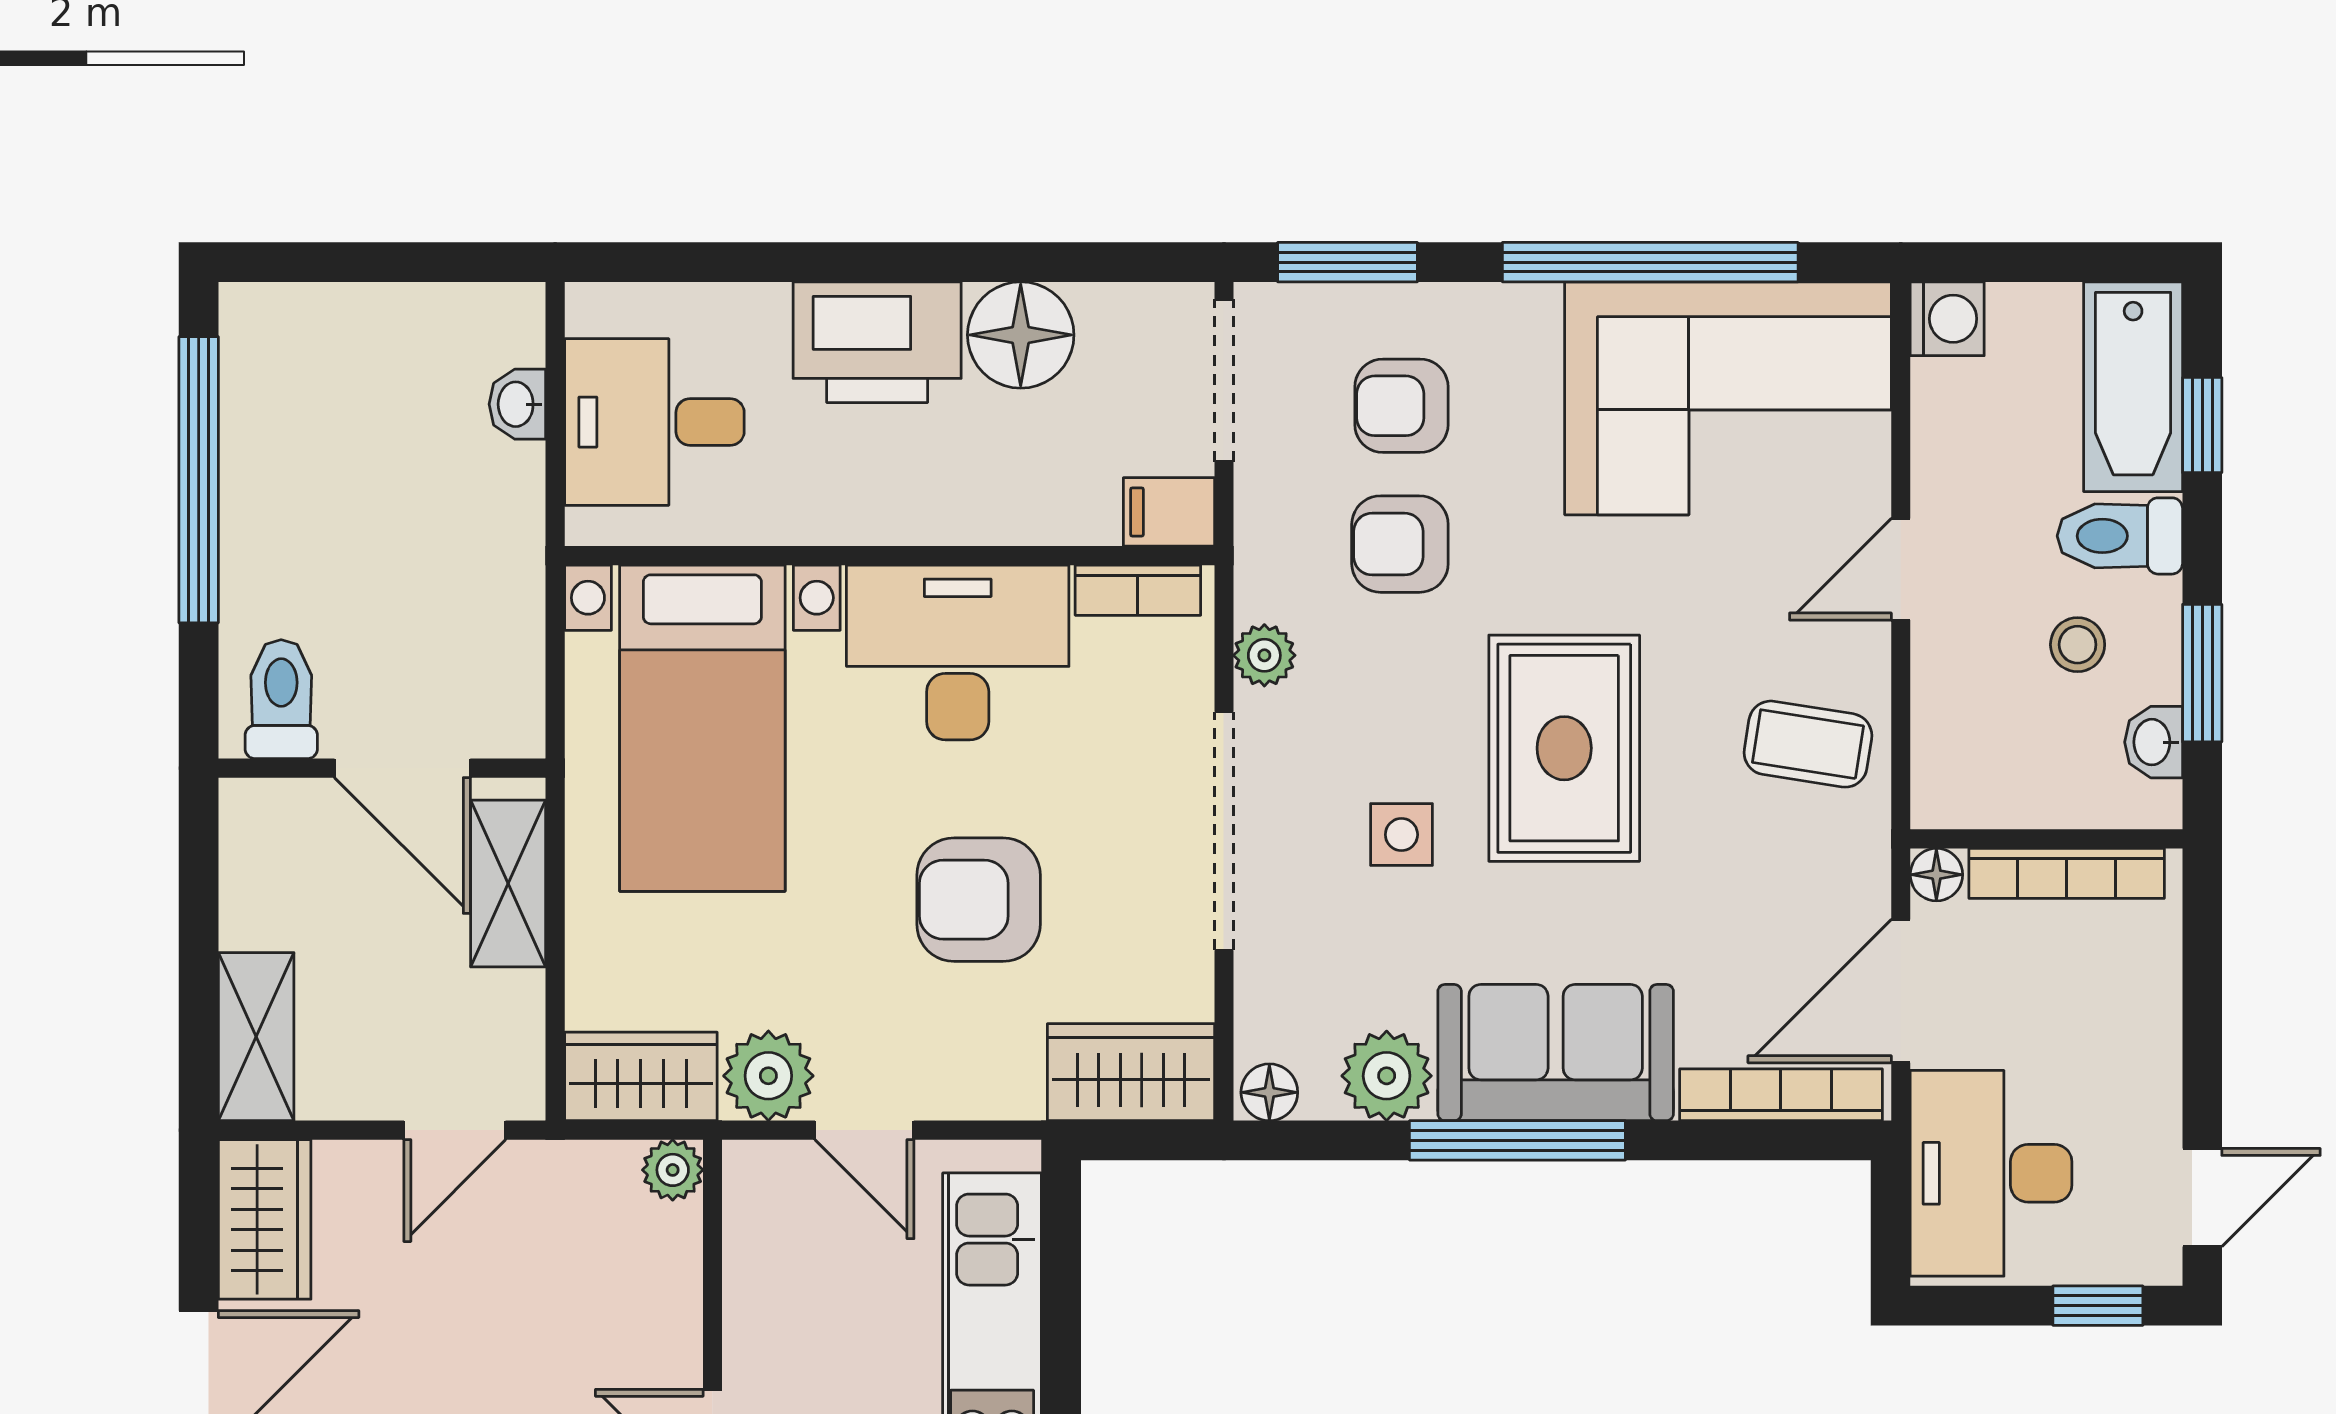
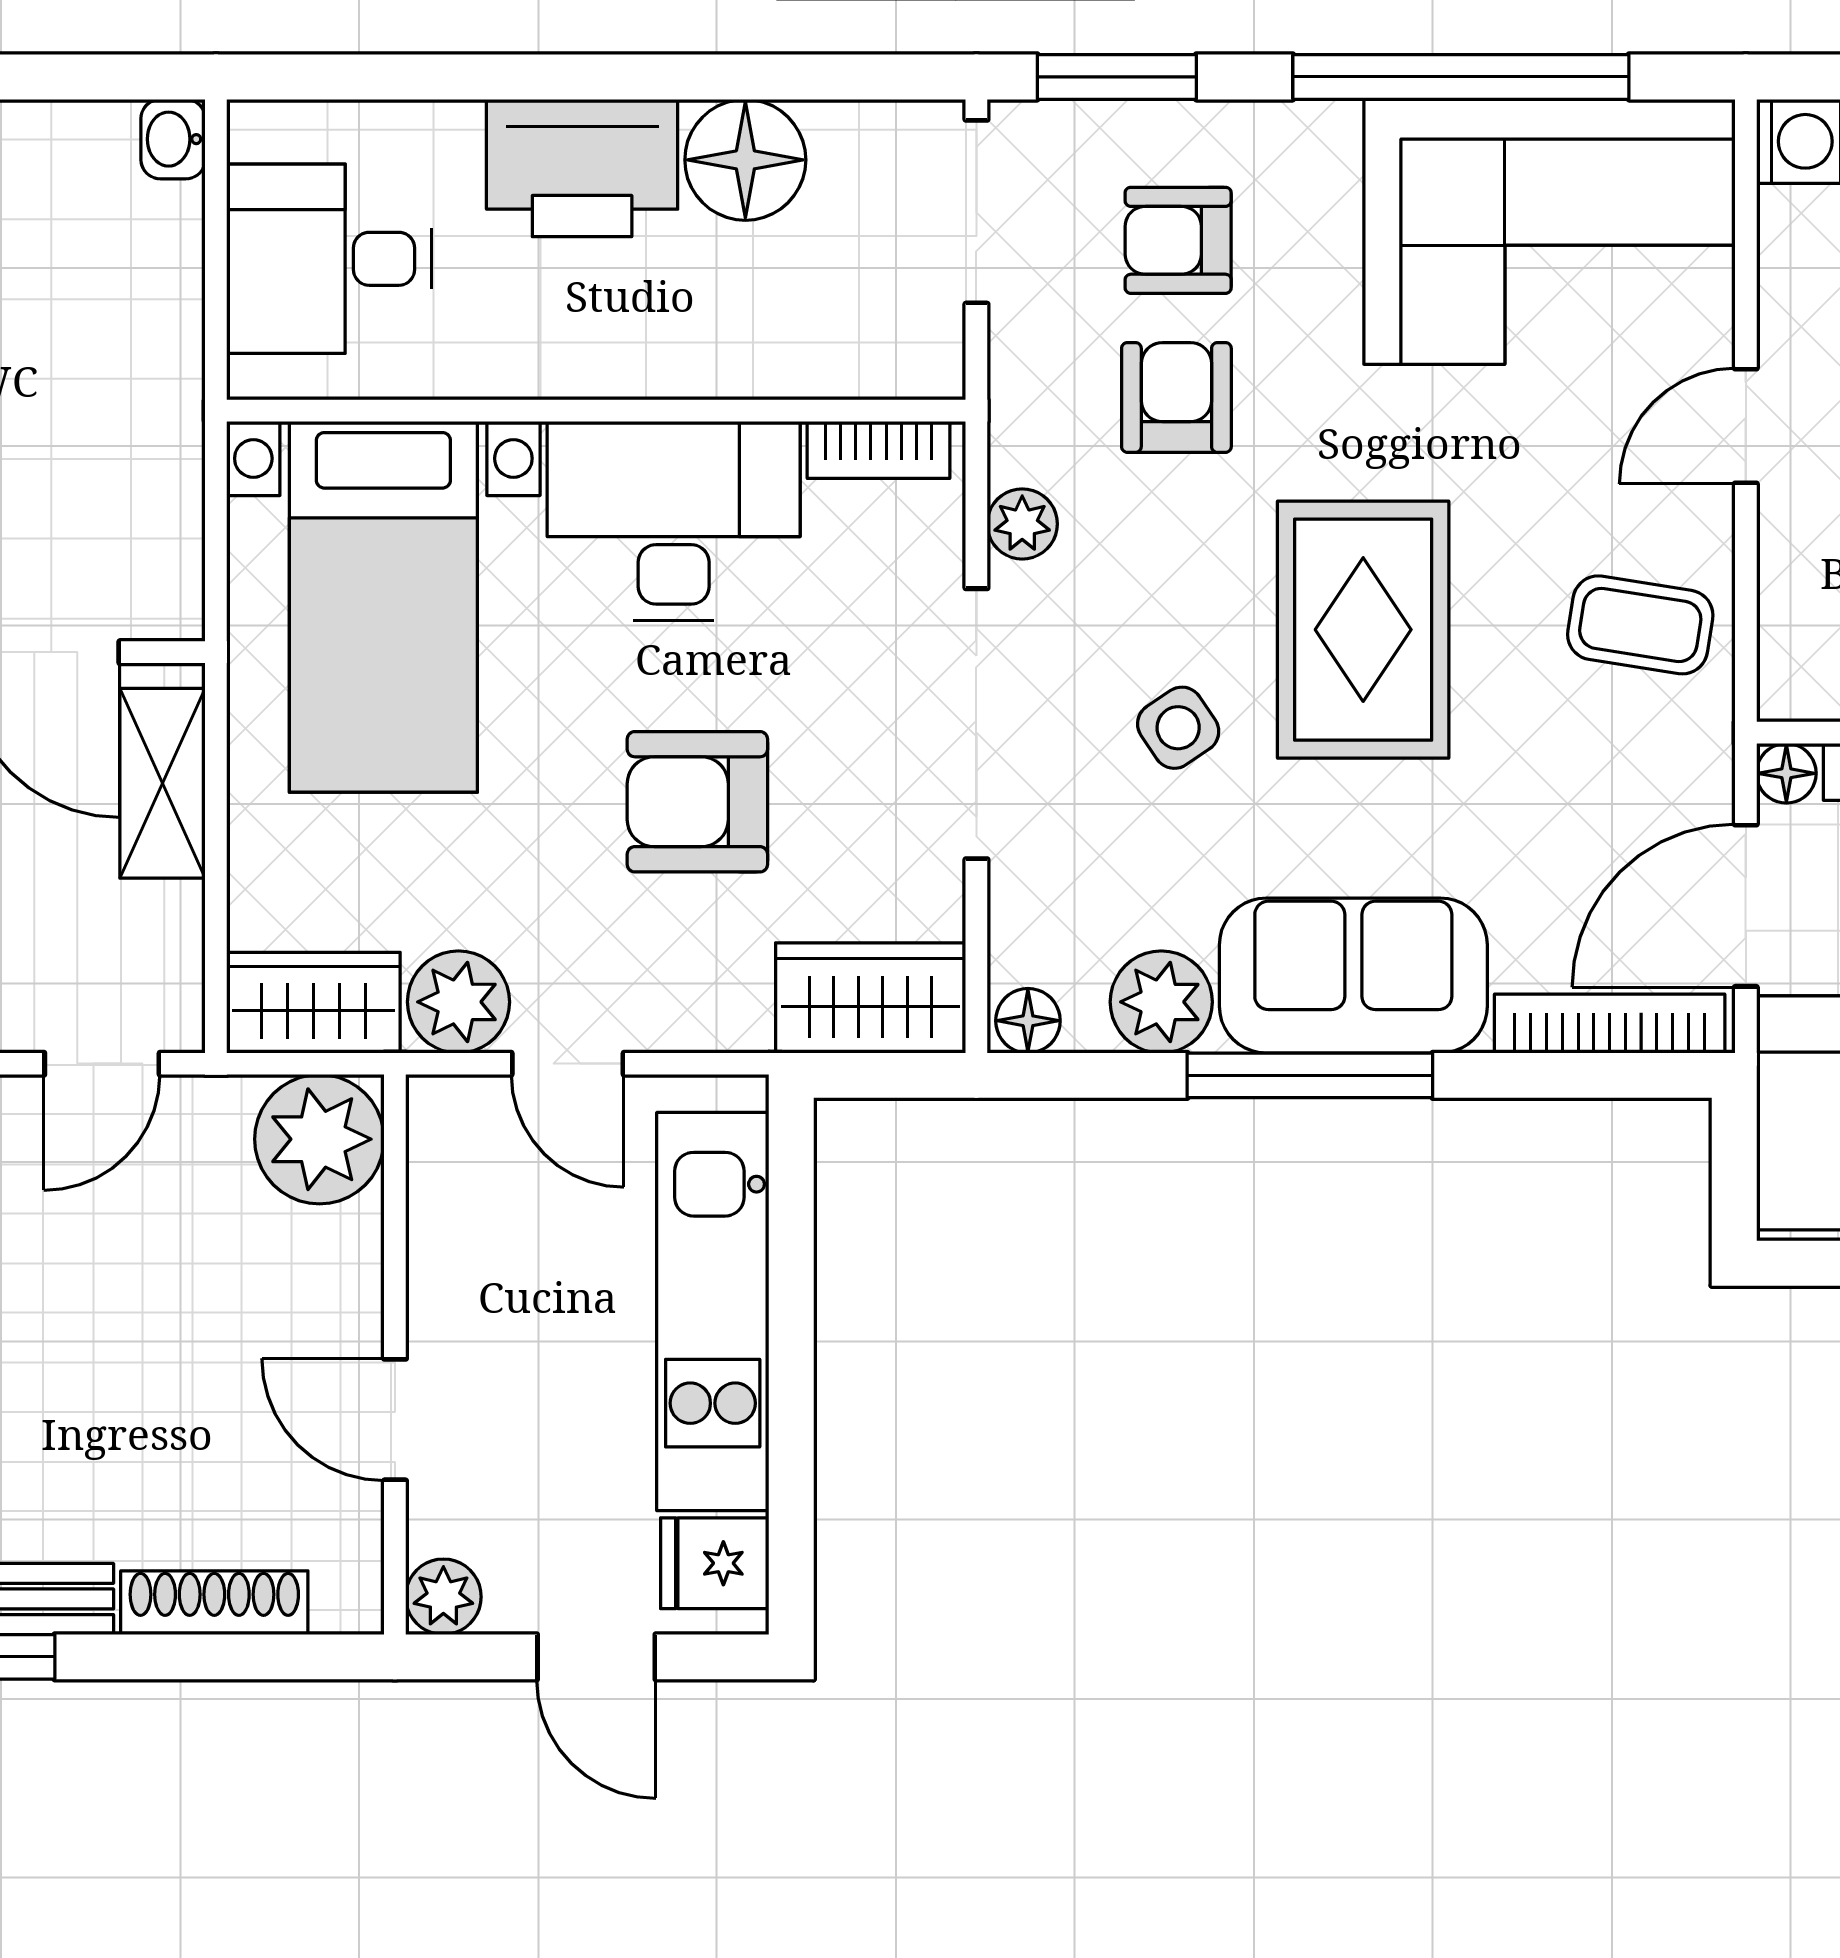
washbasin: (517, 404) -> (173, 139), moved
filing cabinet: (1169, 512) -> (914, 361), removed
armchair: (1400, 544) -> (1176, 397), turned 90
side table: (1401, 835) -> (1178, 728), turned -34
plant: (673, 1170) -> (319, 1139), width x1.88, depth x1.88

